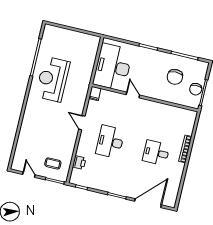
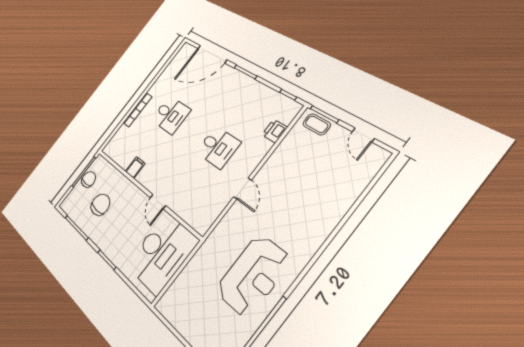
filing cabinet: (95, 94) -> (135, 168), moved
desk: (110, 142) -> (218, 147), width x0.73
coffee table: (53, 163) -> (317, 124), moved

